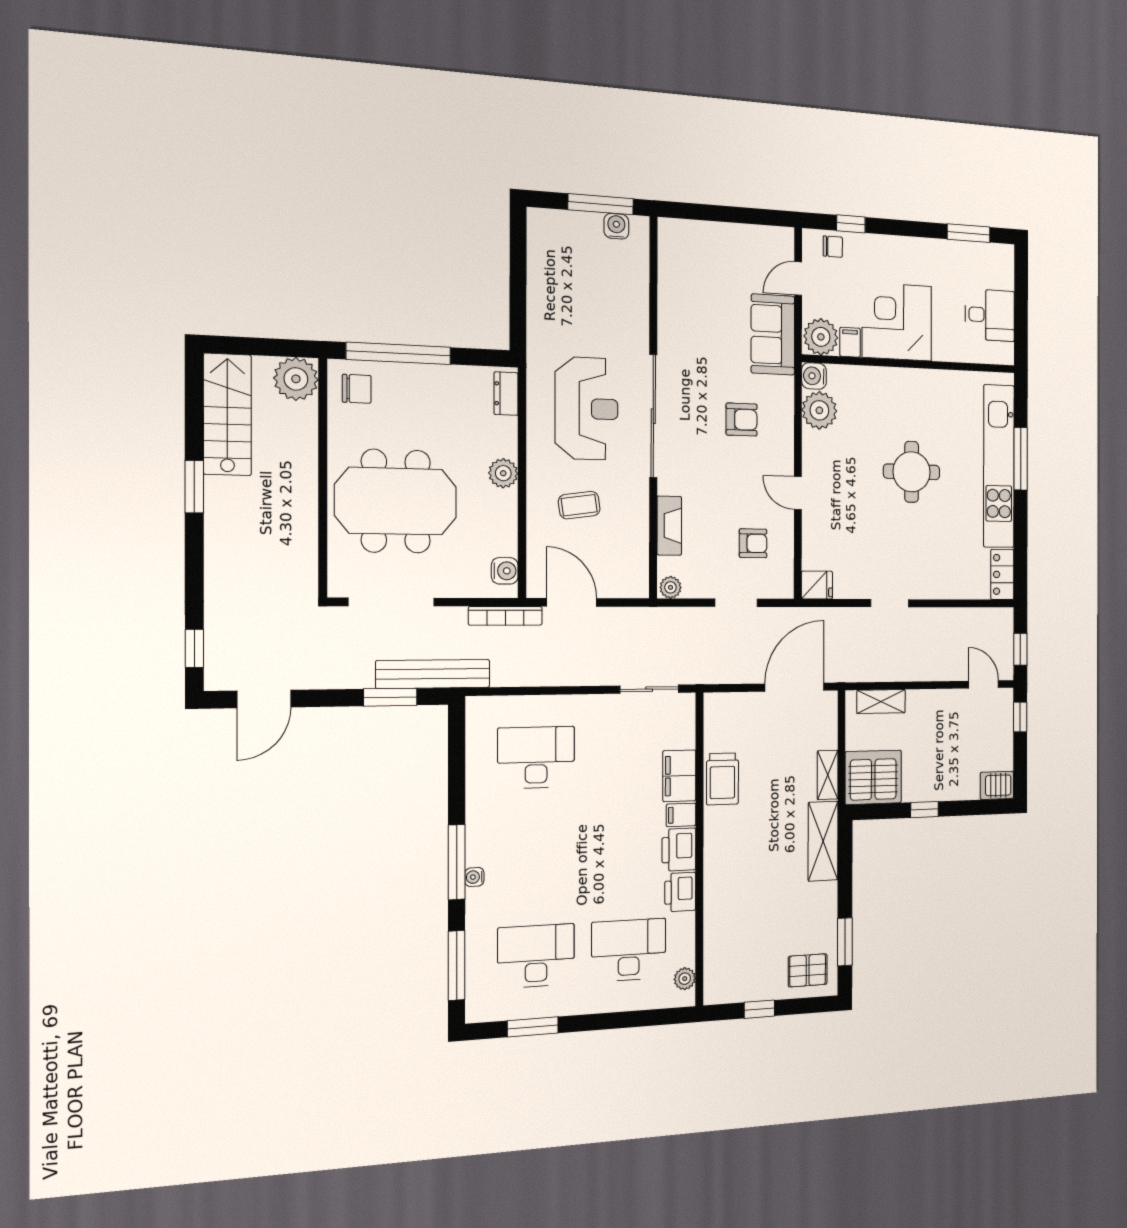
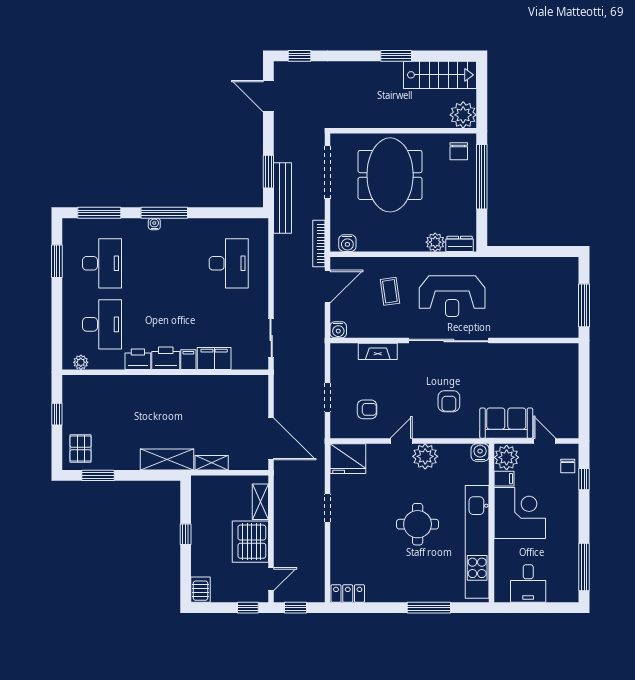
water cooler: (616, 226) -> (338, 330), moved, turned 90
window: (969, 233) -> (584, 567), width x1.44
plant: (819, 410) -> (425, 456), moved
kitchen unit: (999, 466) -> (477, 542), moved, turned -90
plant: (503, 473) -> (435, 242), moved
armchair: (753, 543) -> (367, 409), turned -90
fridge: (817, 585) -> (348, 459), width x1.88, depth x1.34
plant: (670, 587) -> (337, 352), removed
server rack: (873, 777) -> (250, 542), moved, turned 180
trolley: (722, 779) -> (211, 388), removed

